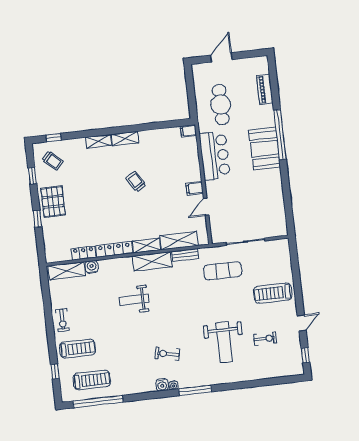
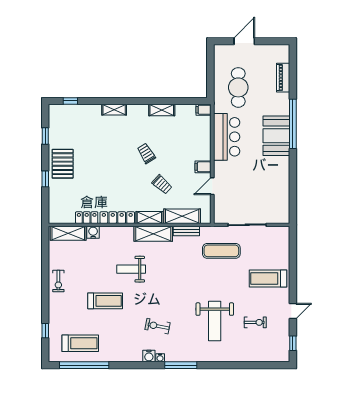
shelving: (125, 139) -> (162, 110), moved
trolley: (53, 160) -> (162, 184), moved
treadmill: (77, 349) -> (105, 301), moved

